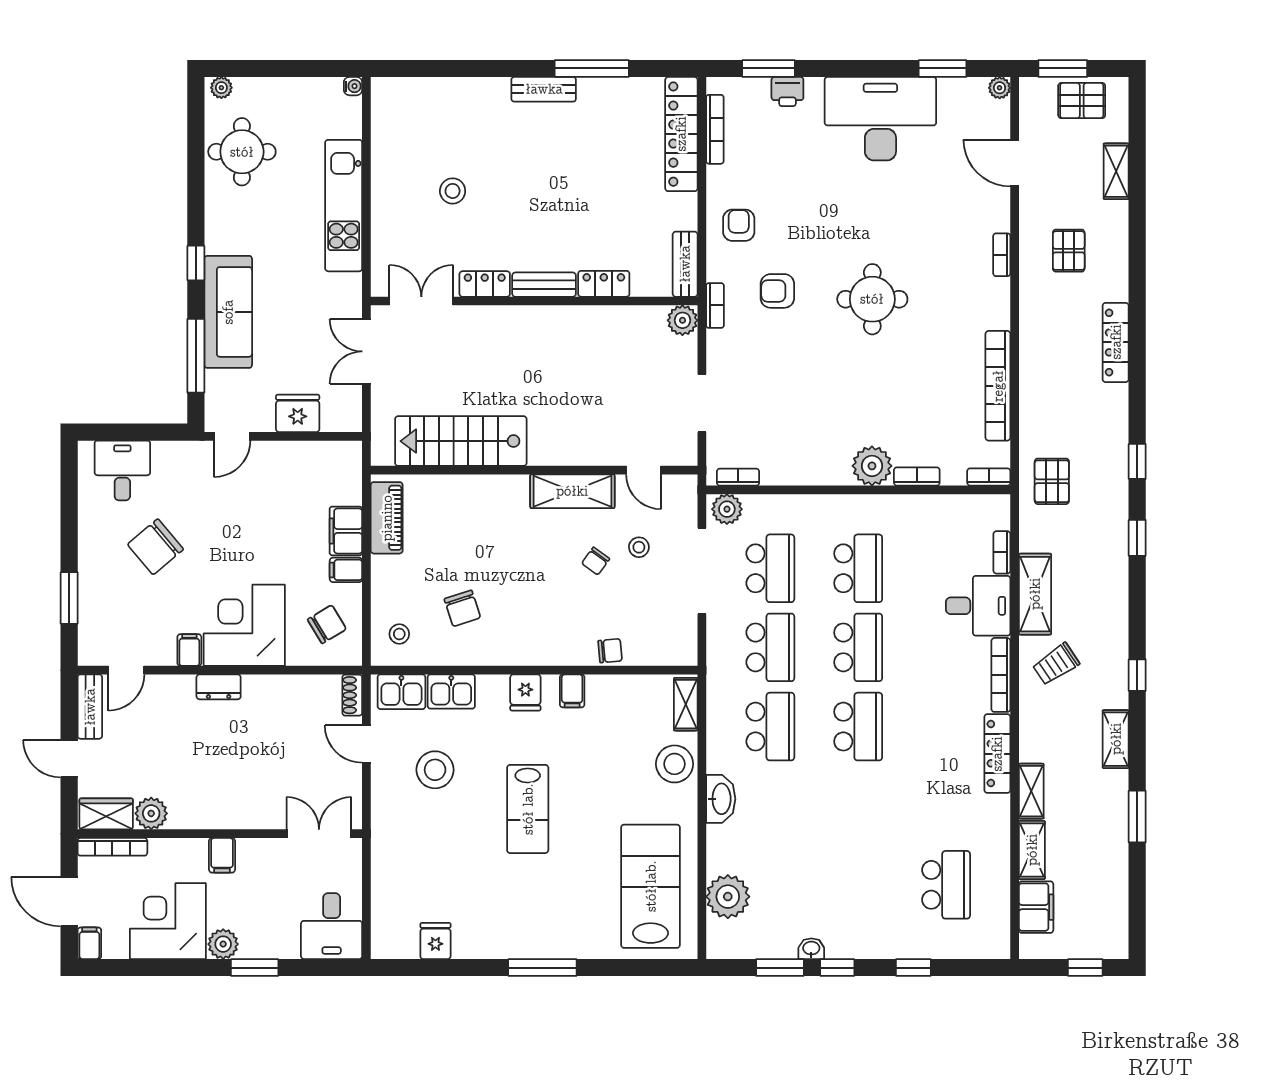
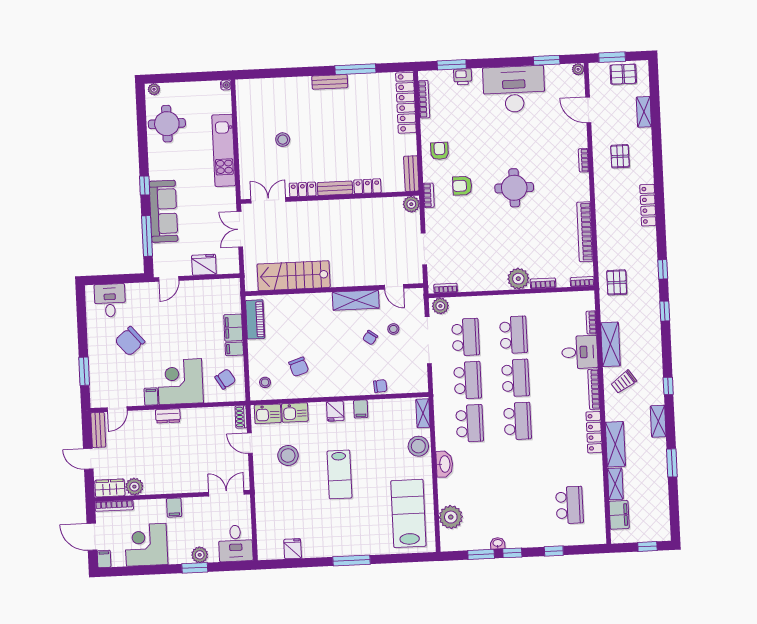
shelving: (1031, 791) -> (615, 444), width x1.50, depth x1.33
plant: (223, 944) -> (200, 555), moved

